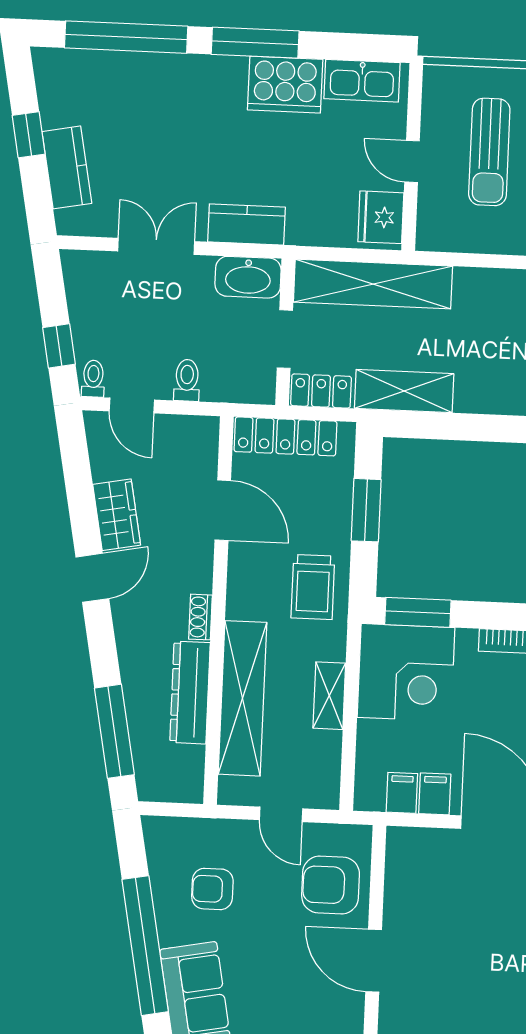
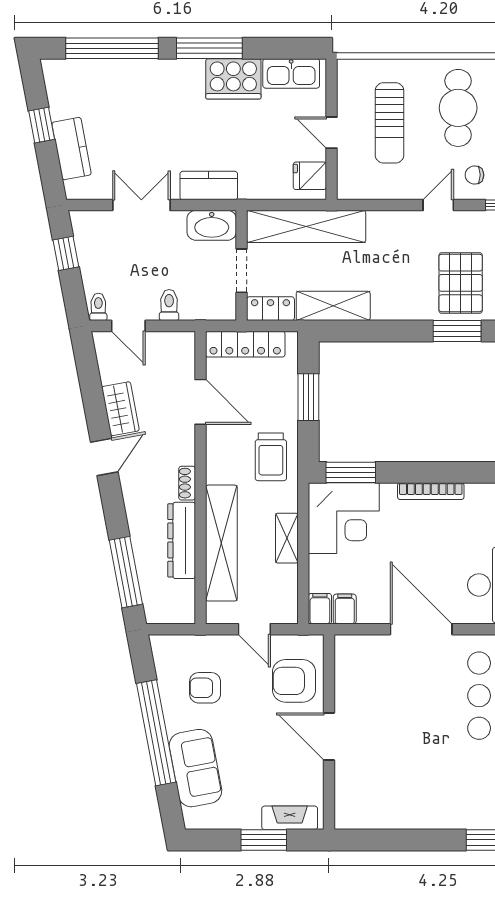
fridge: (381, 217) -> (310, 176), width x0.72
window: (59, 346) -> (66, 253), moved
filing cabinet: (435, 794) -> (320, 609), moved

